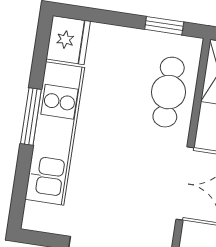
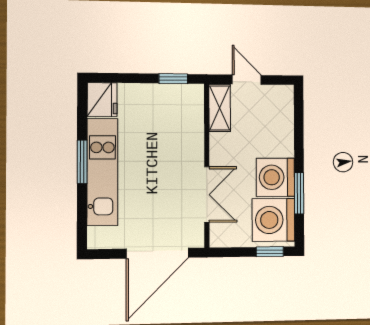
cafe table: (169, 92) -> (184, 128), removed

